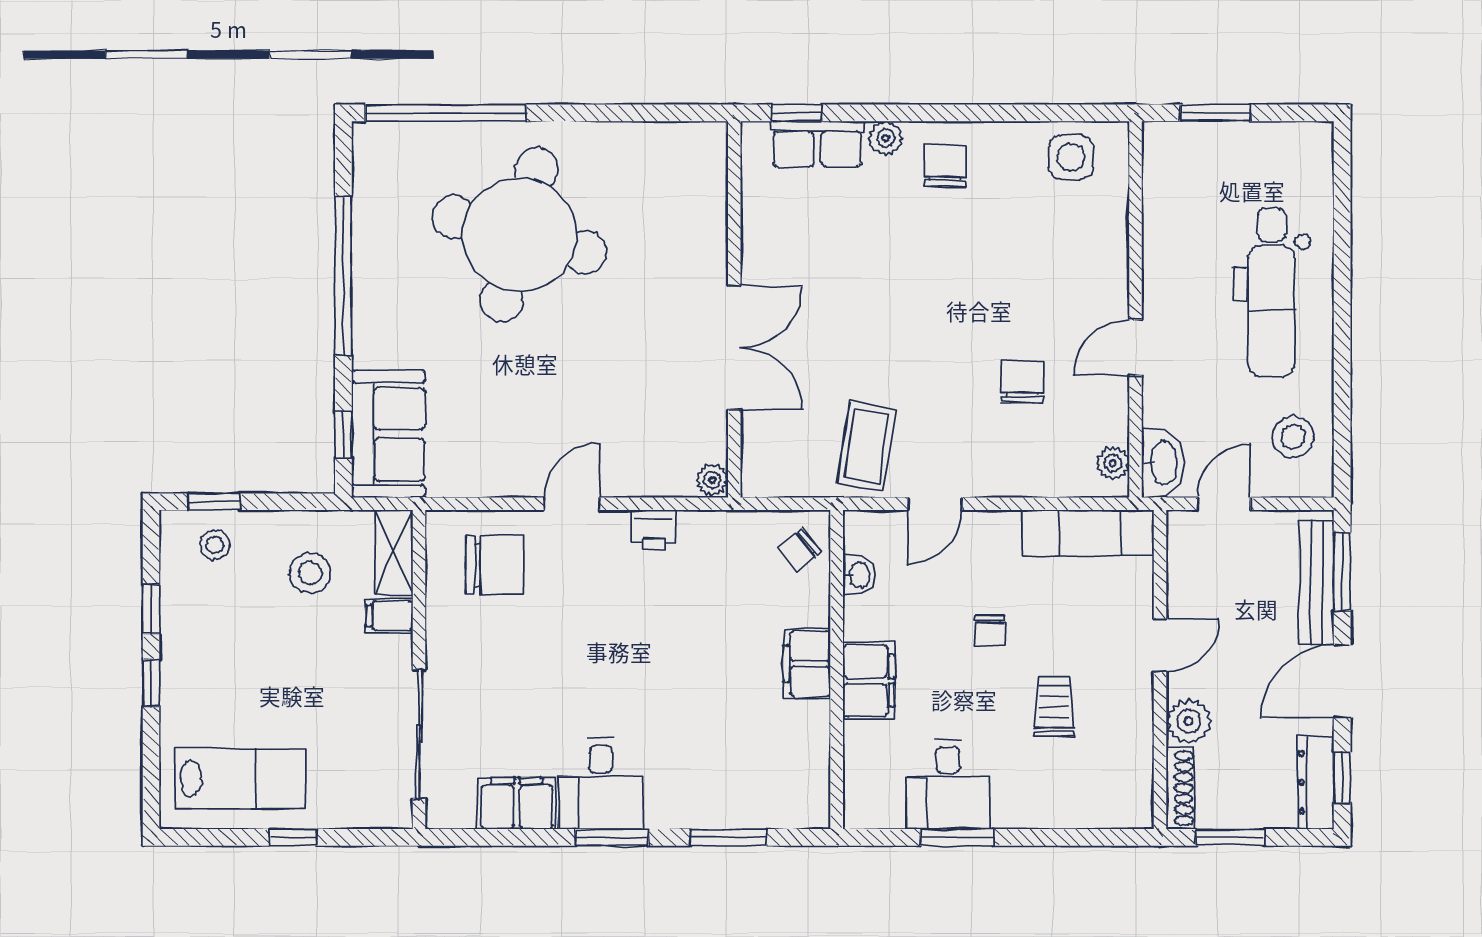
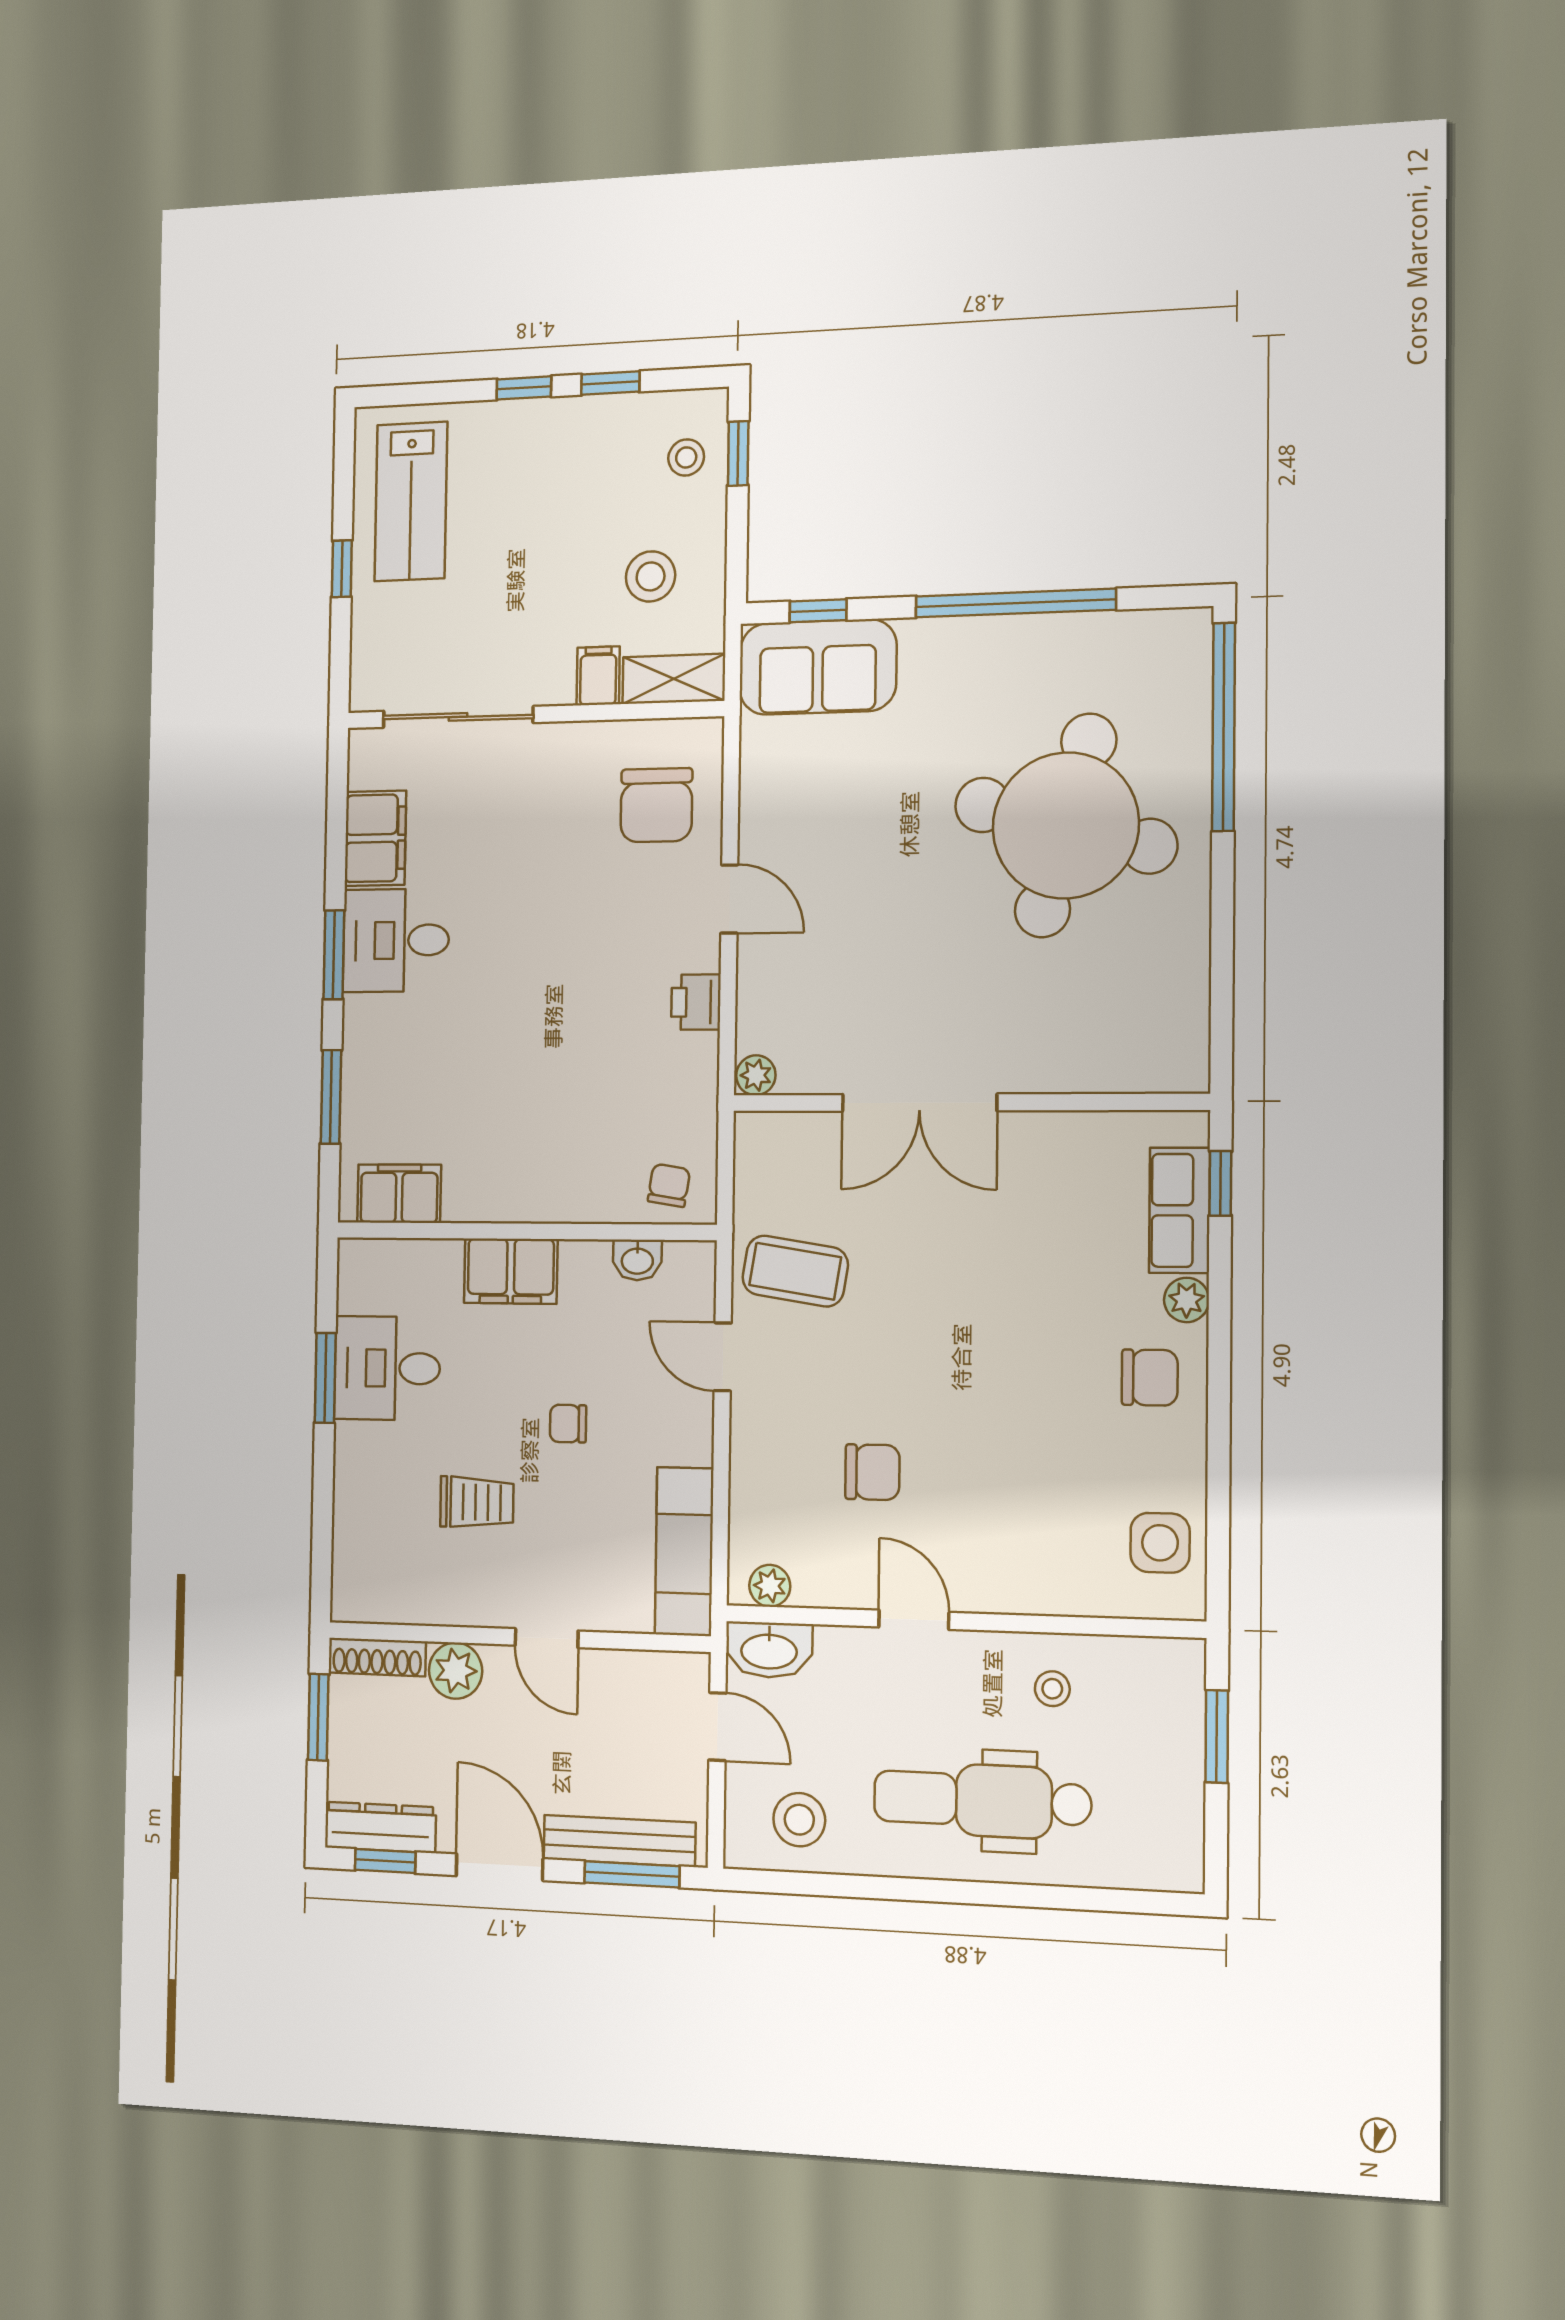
stool: (1184, 239) -> (1052, 1689), added
chair: (800, 550) -> (669, 1185), turned 49
filing cabinet: (807, 664) -> (399, 1194), moved

